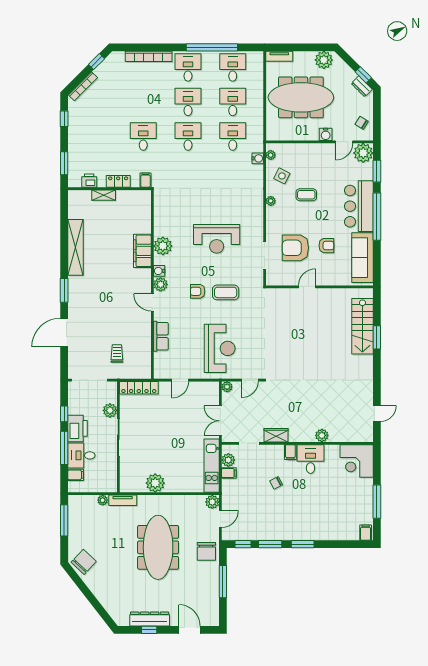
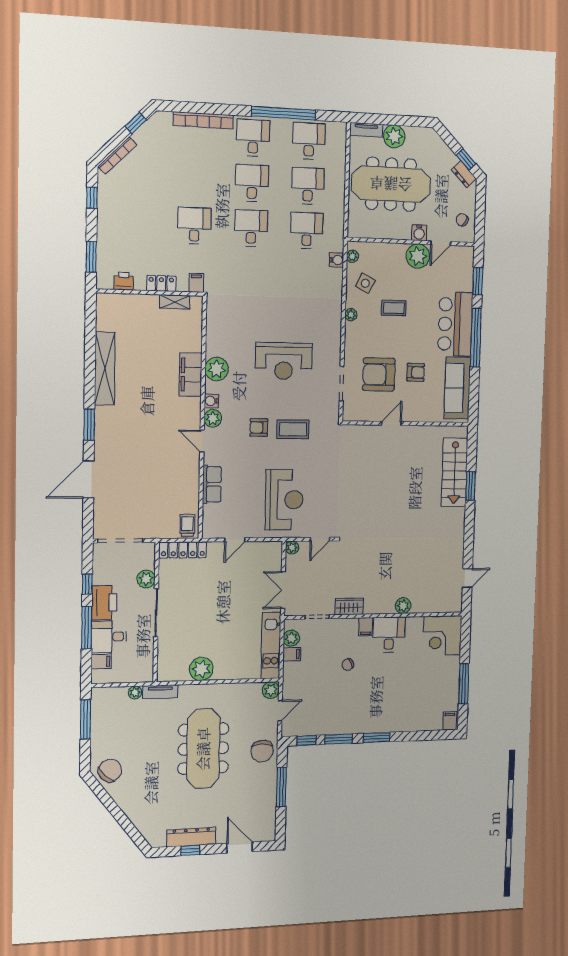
plant: (324, 60) -> (394, 136), moved
plant: (363, 153) -> (418, 256), moved
shelving: (104, 195) -> (175, 302), moved
trolley: (117, 353) -> (187, 525), moved

